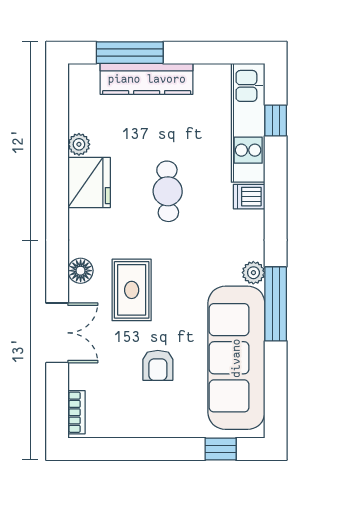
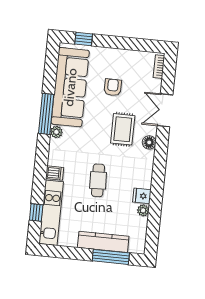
fridge: (89, 183) -> (142, 196), width x0.53, depth x0.75

